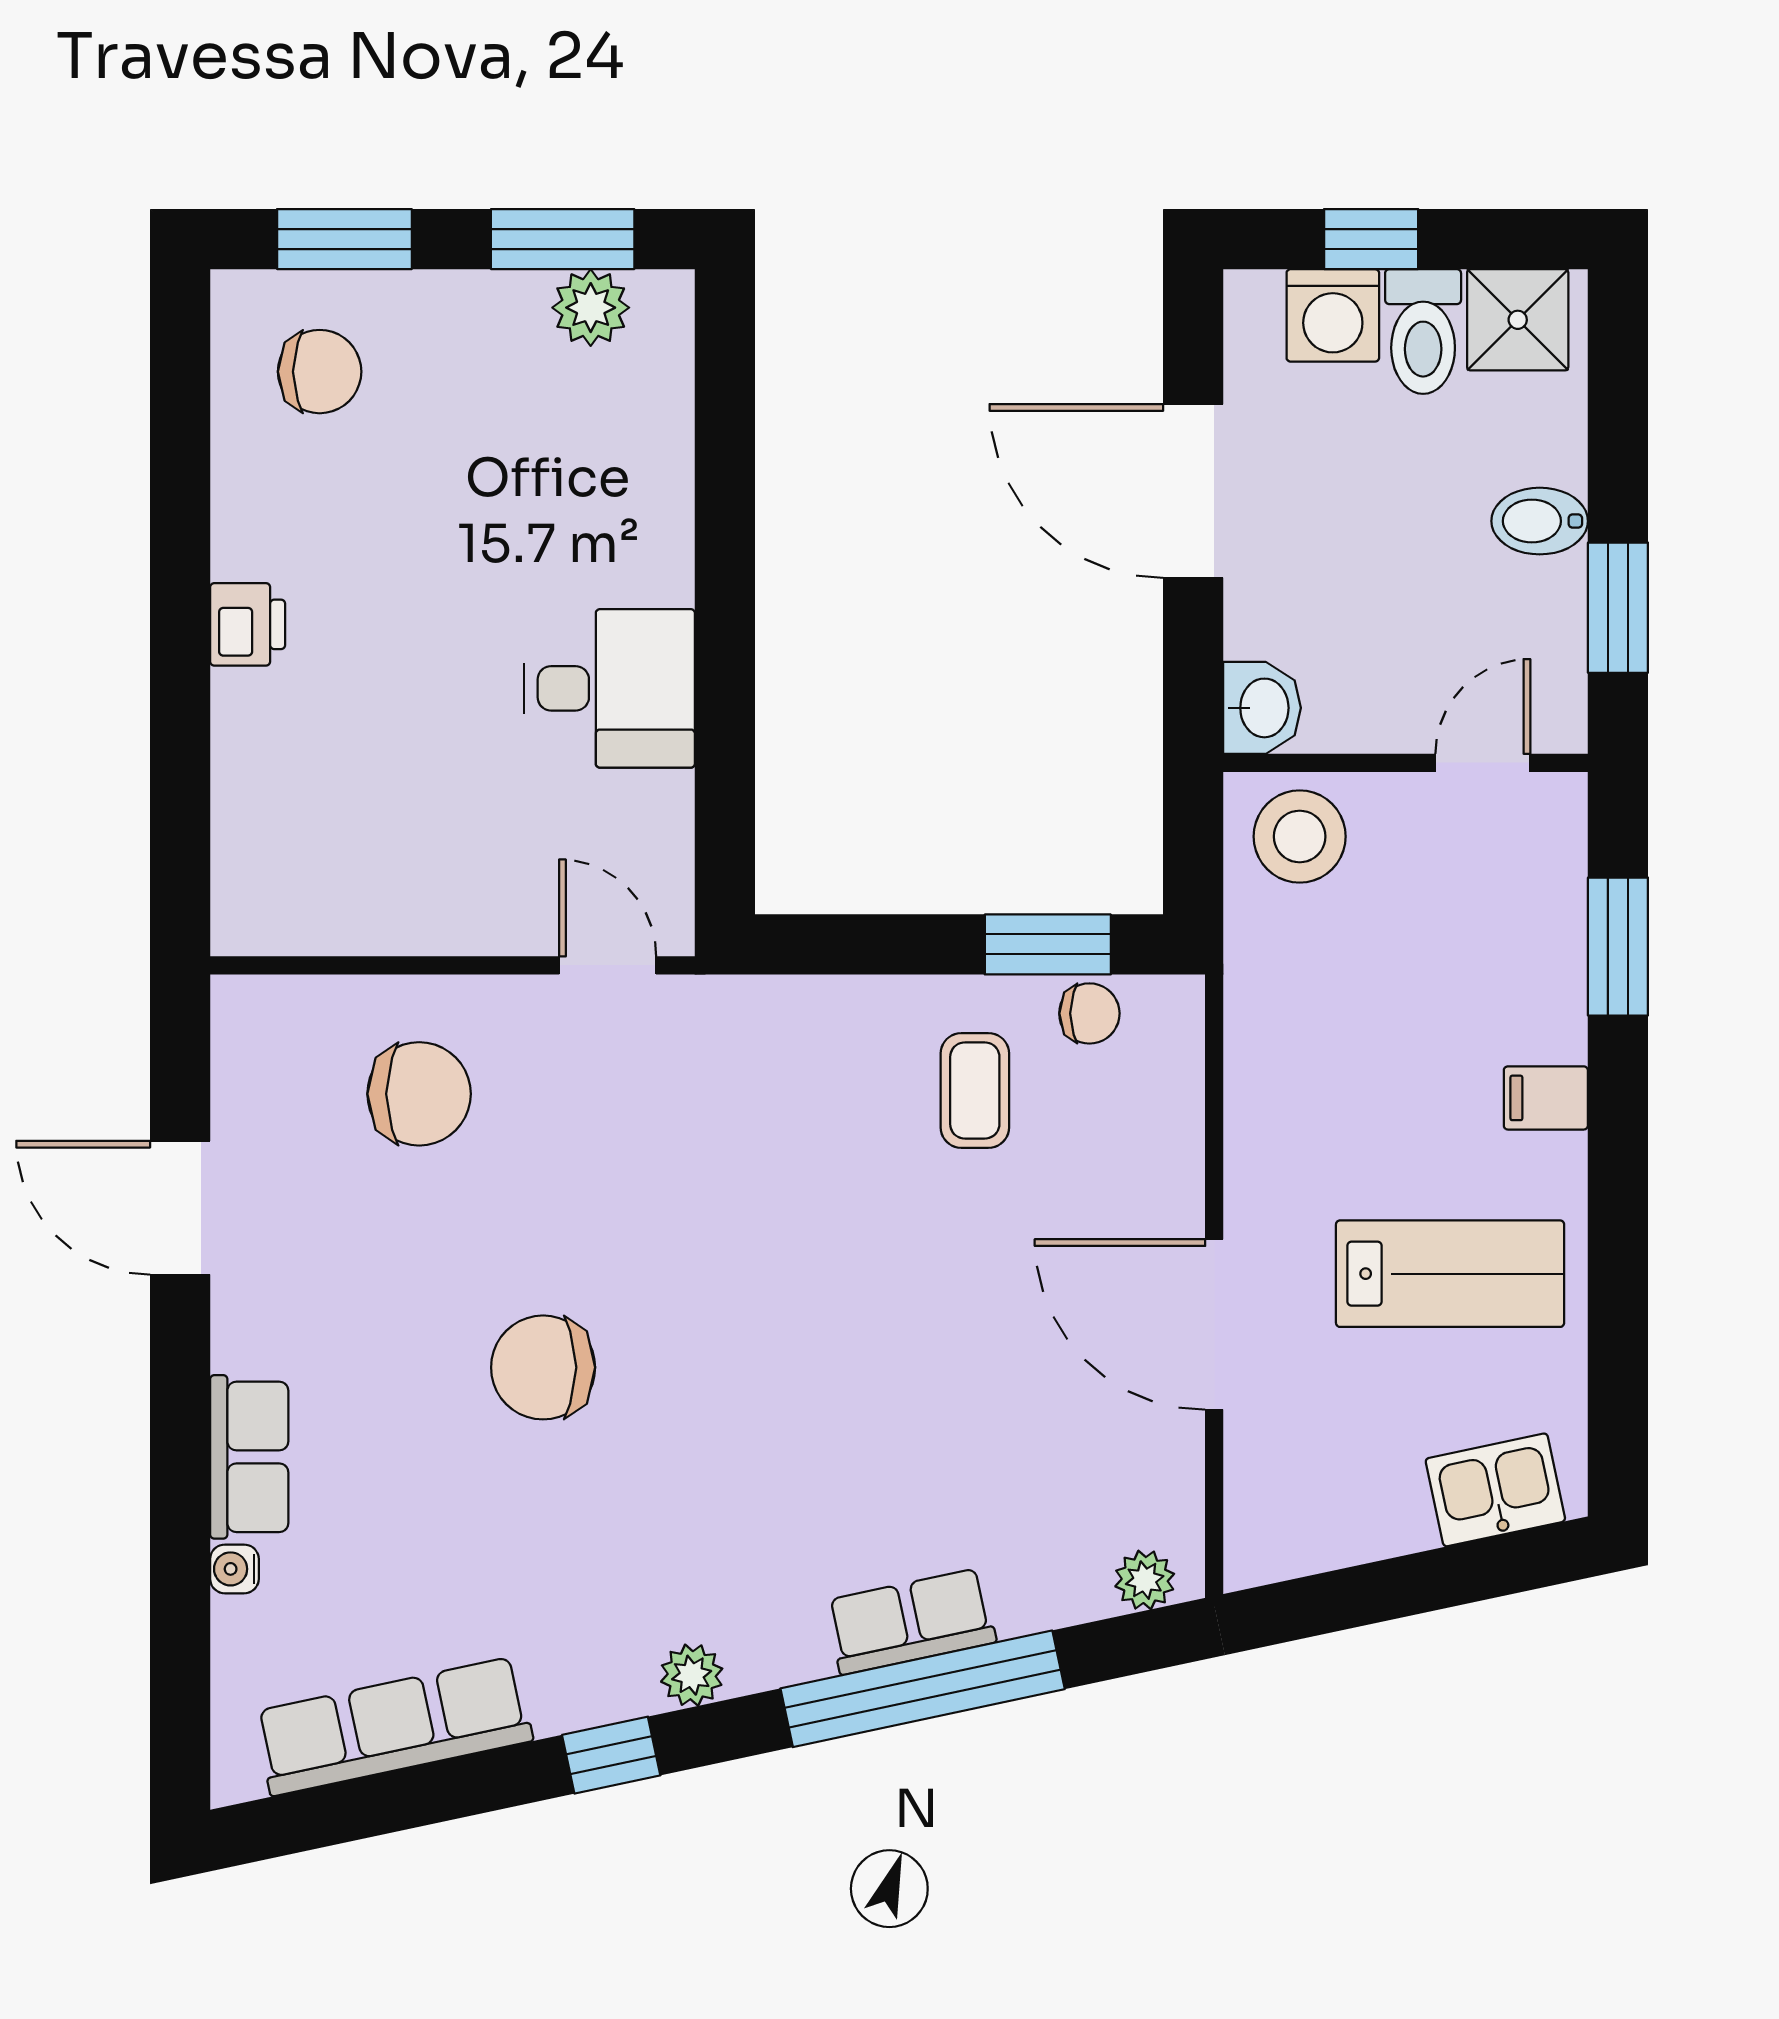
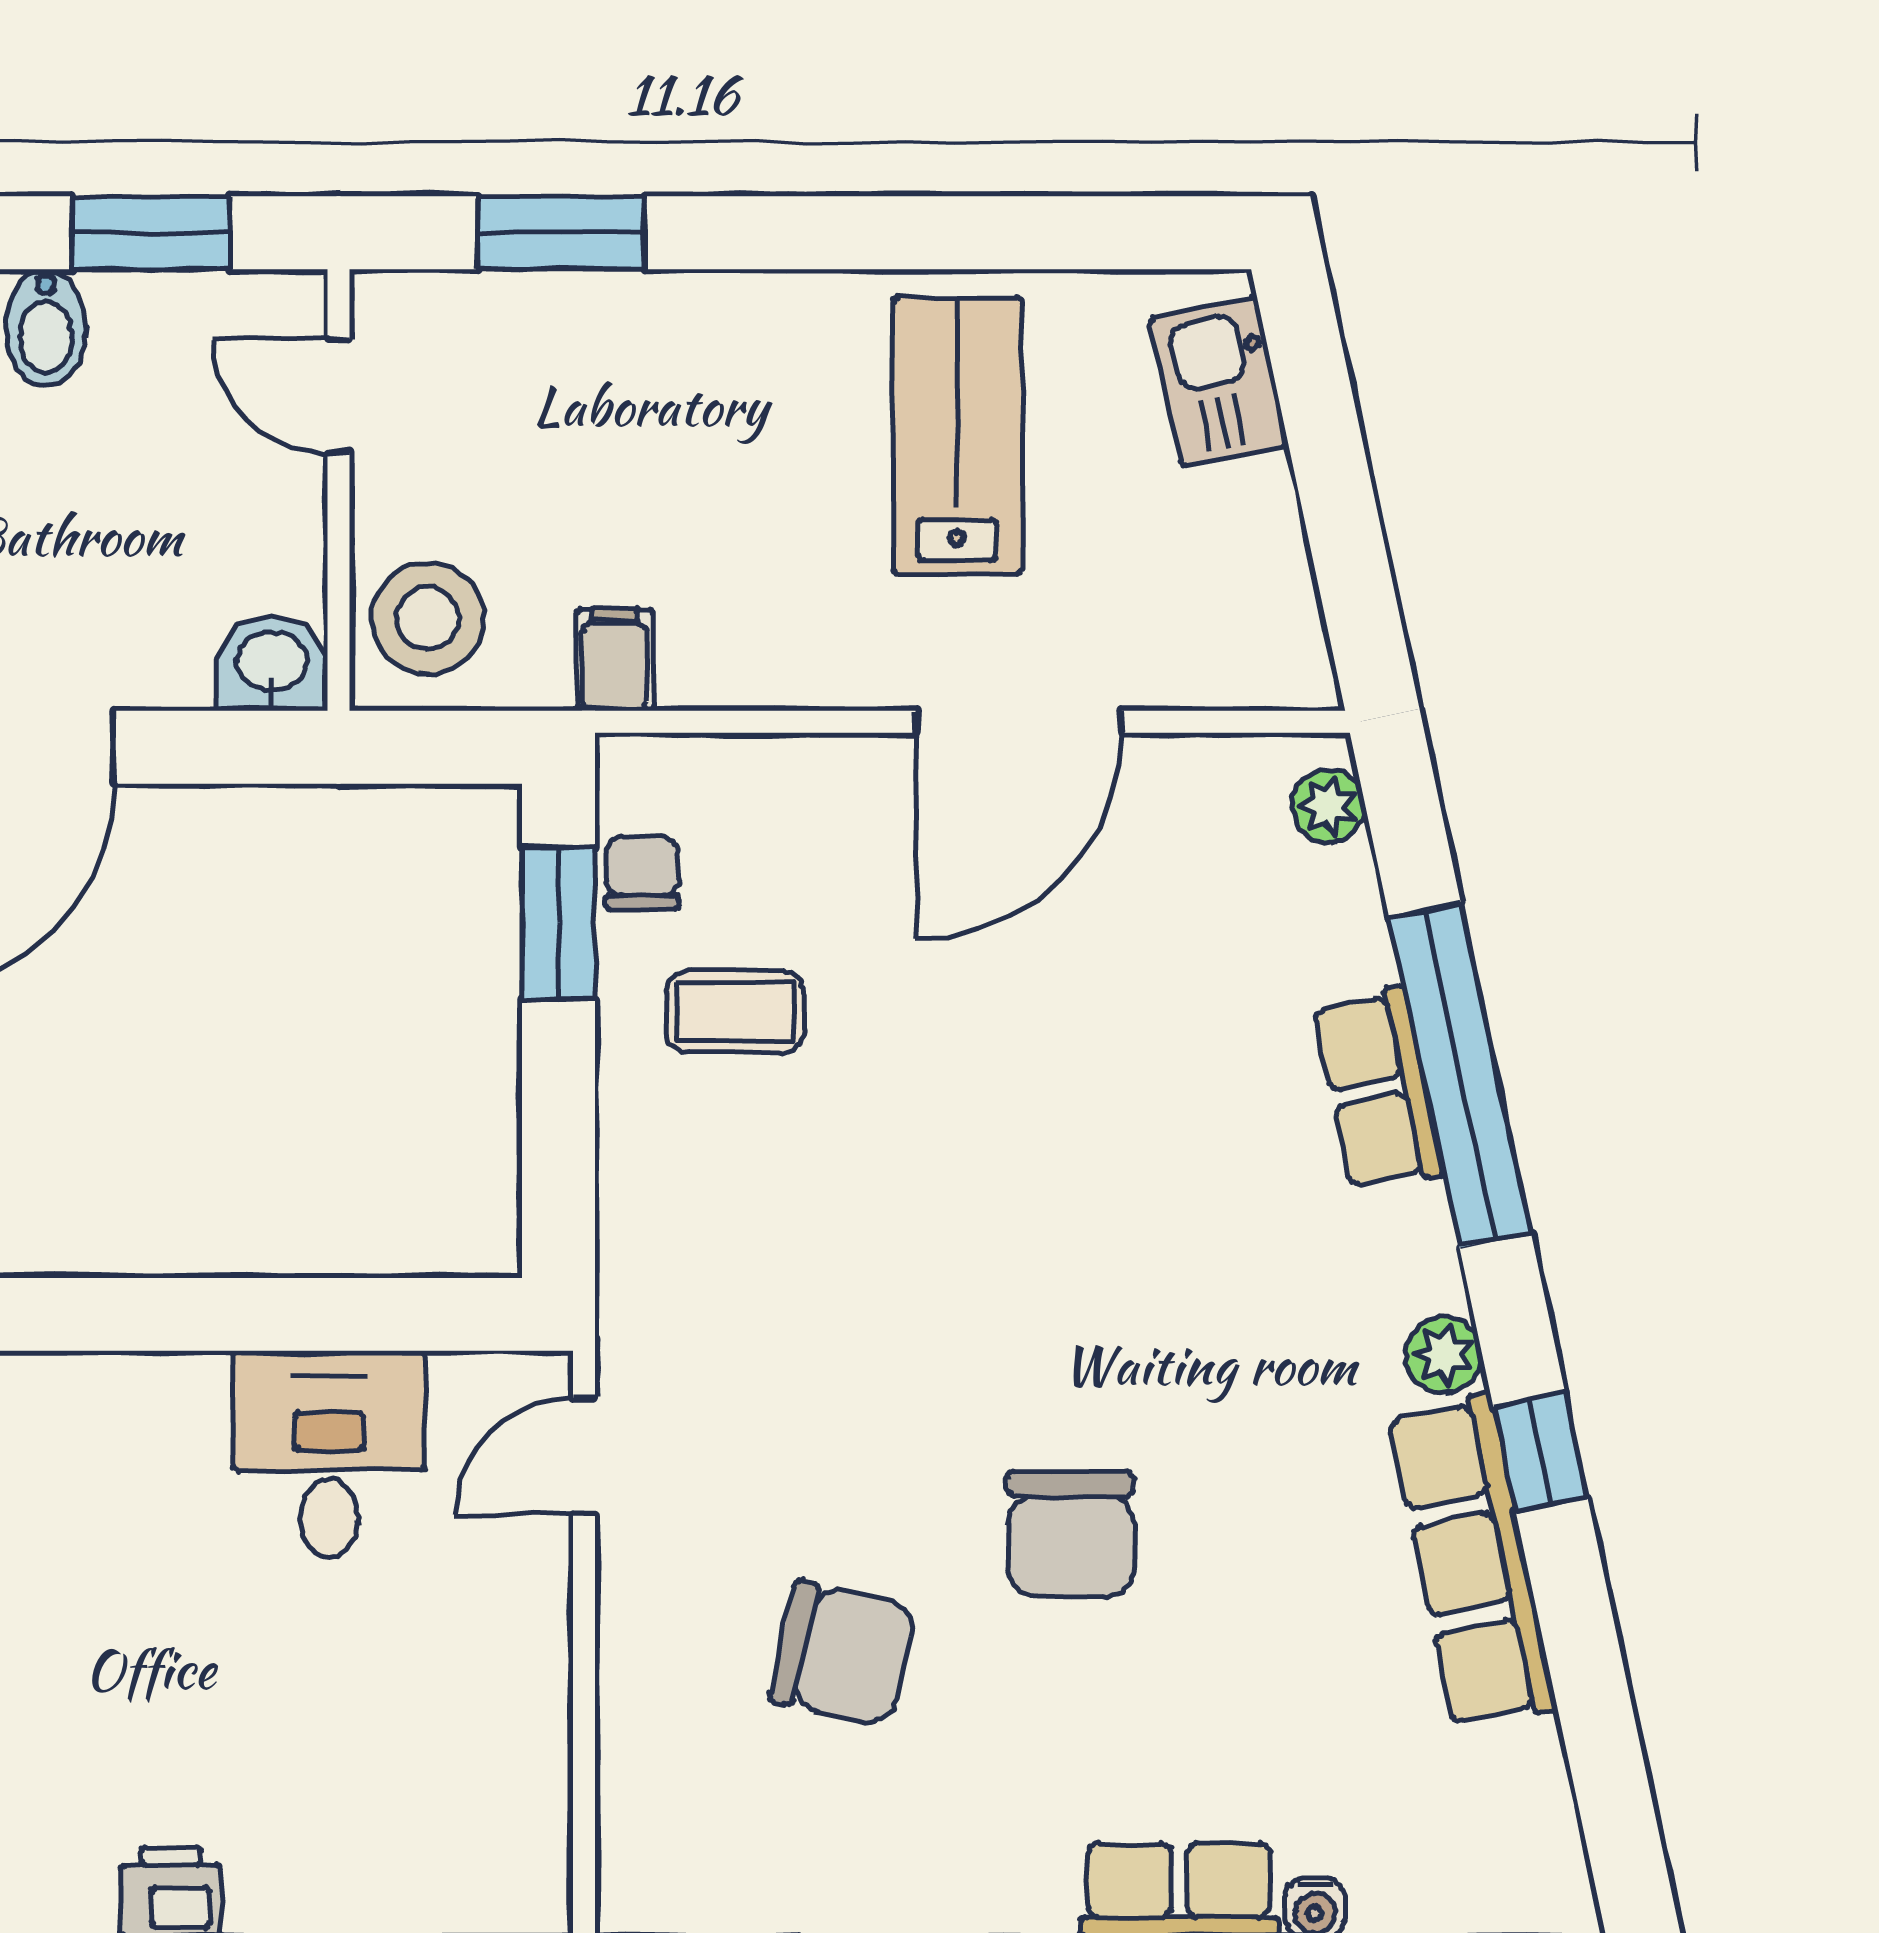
desk: (609, 688) -> (329, 1454), moved
chair: (419, 1094) -> (843, 1654), moved, turned 103
filing cabinet: (1546, 1098) -> (615, 660), moved, turned 180
row of seats: (393, 1726) -> (1473, 1562), moved

